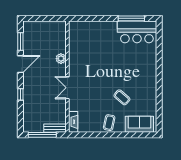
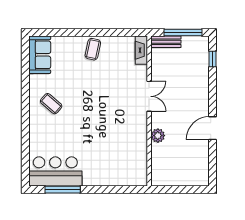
window: (20, 42) -> (213, 158), removed
window: (20, 94) -> (213, 59), moved
coffee table: (122, 97) -> (51, 104), moved
sofa: (139, 124) -> (40, 55), moved, turned -90

